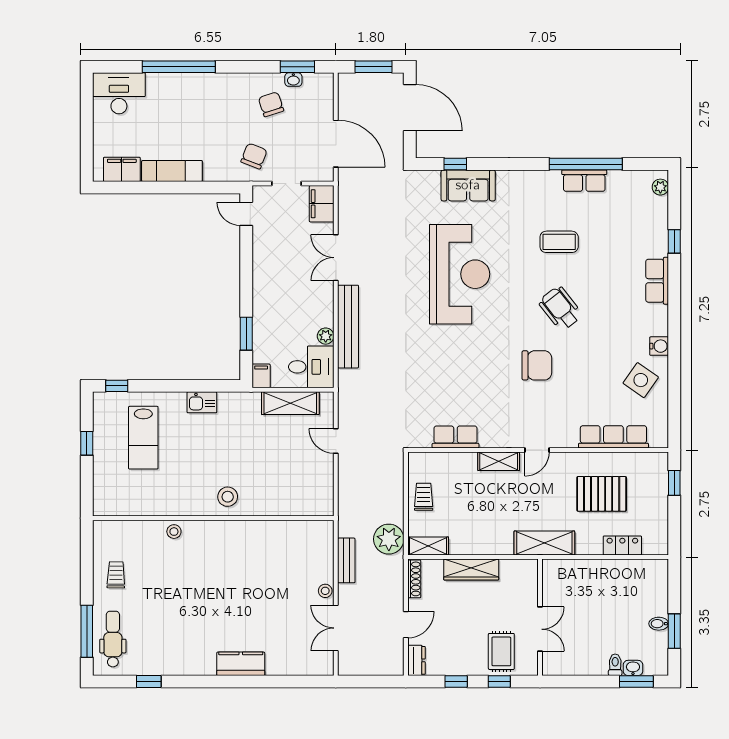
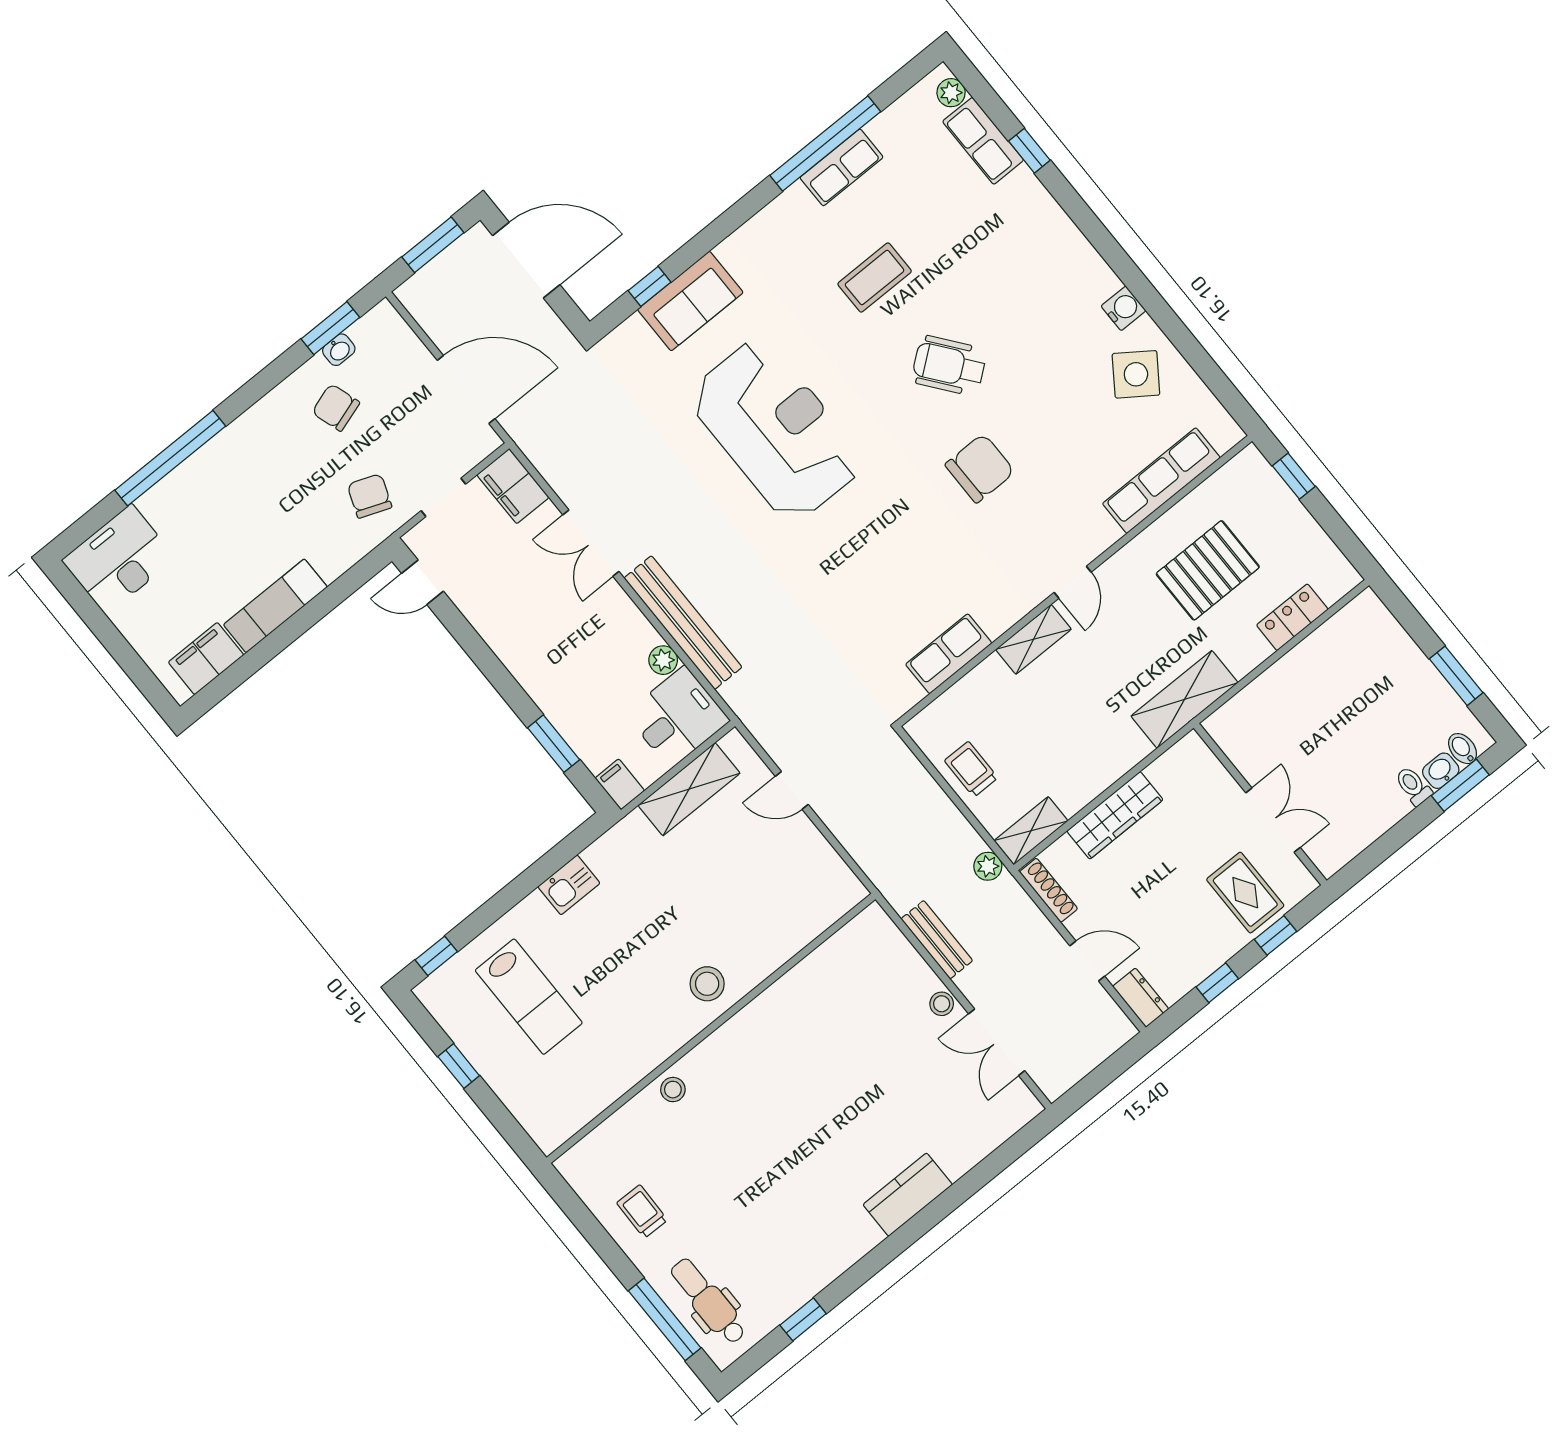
row of seats: (657, 281) -> (983, 141), moved
plant: (389, 539) -> (988, 866), width x0.53, depth x0.53
bidet: (659, 624) -> (1463, 749), moved, turned 90
door: (406, 625) -> (1087, 961), hinge flipped

